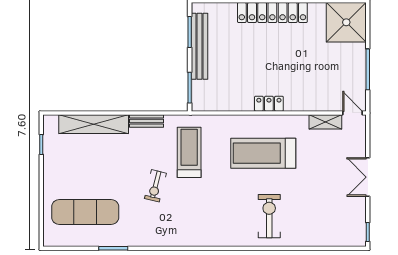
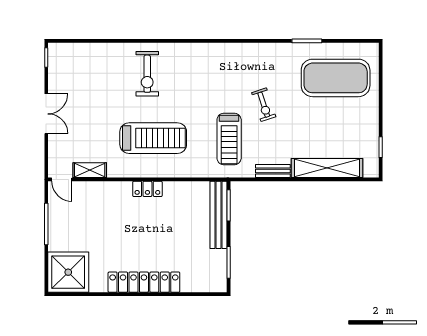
bench: (200, 46) -> (219, 215), moved
exercise bike: (155, 186) -> (264, 105), turned 148
exercise mat: (85, 212) -> (336, 78), width x1.47

